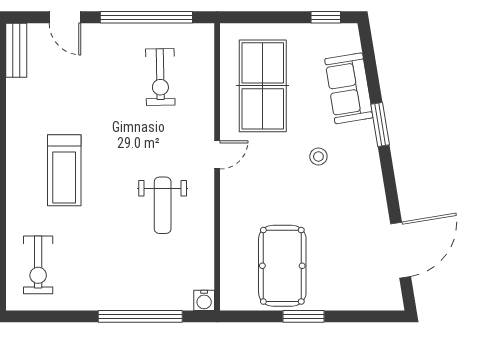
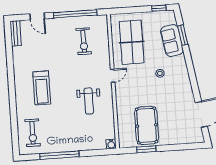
window: (380, 124) -> (183, 35), moved
window: (140, 316) -> (59, 155), moved
window: (303, 316) -> (146, 149), moved

